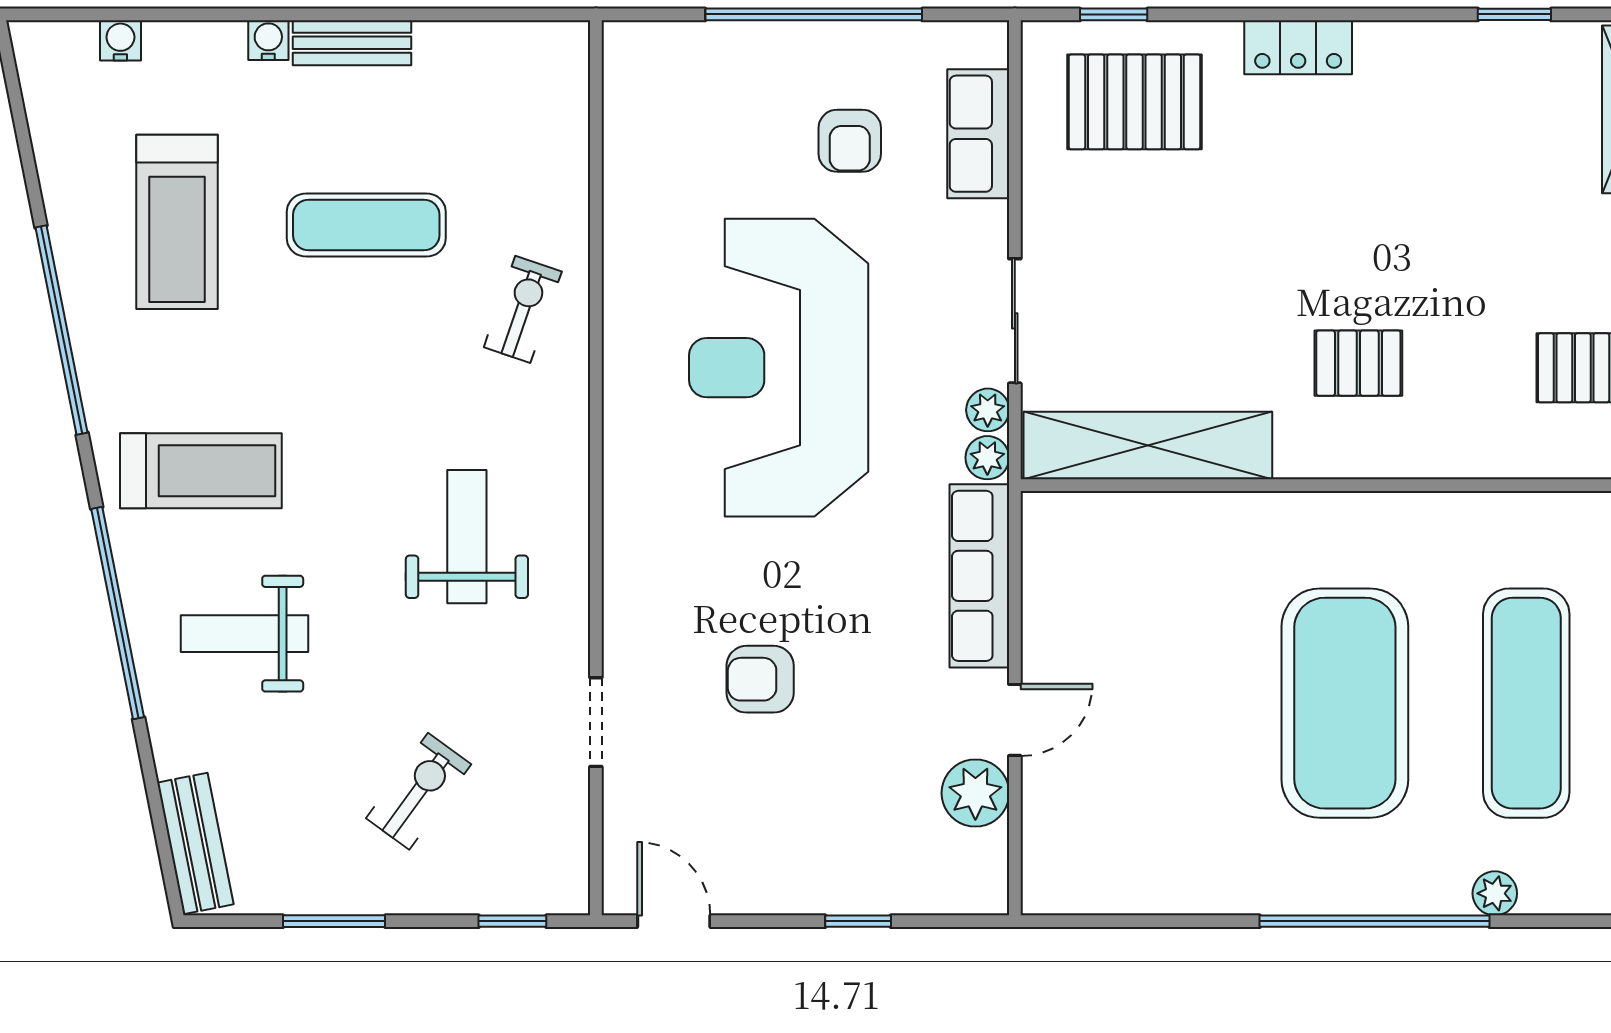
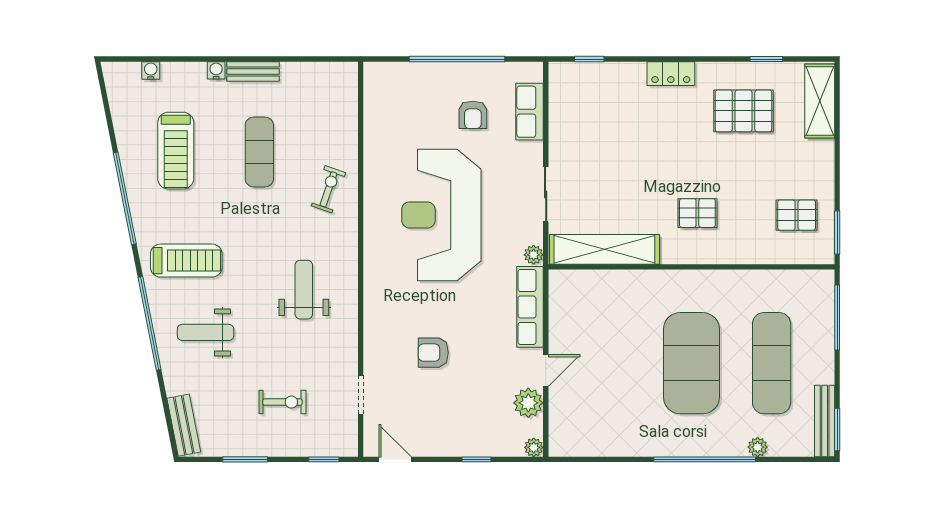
pallet: (1134, 102) -> (744, 111), moved
exercise mat: (366, 225) -> (259, 152), turned 90
plant: (988, 410) -> (534, 447), moved
doorway: (596, 722) -> (361, 395), moved
exercise bike: (419, 791) -> (282, 402), turned 54

